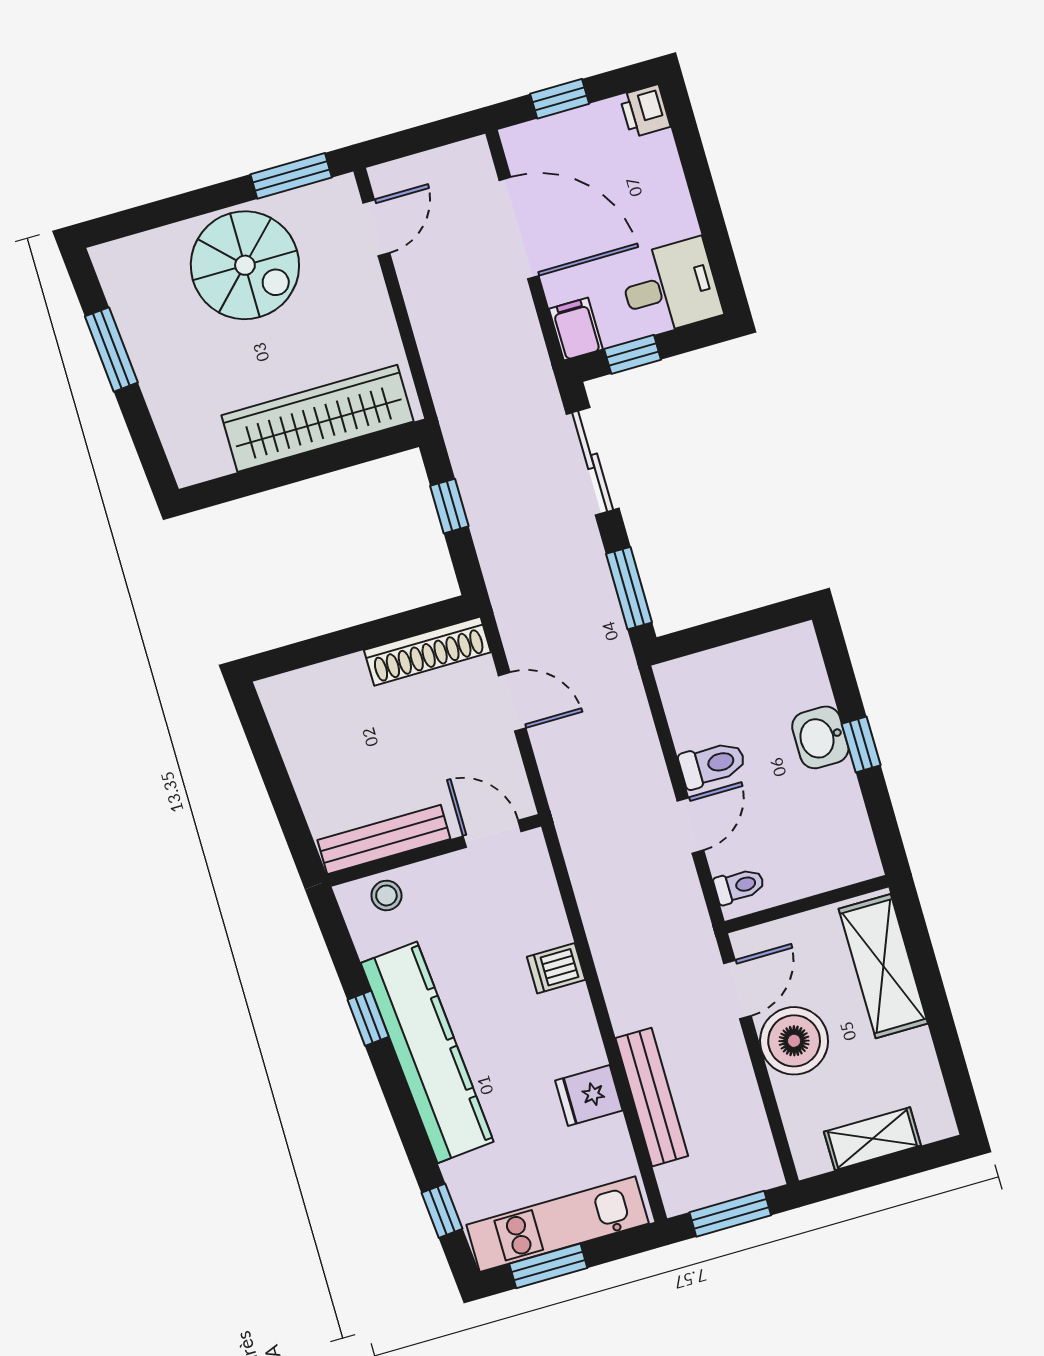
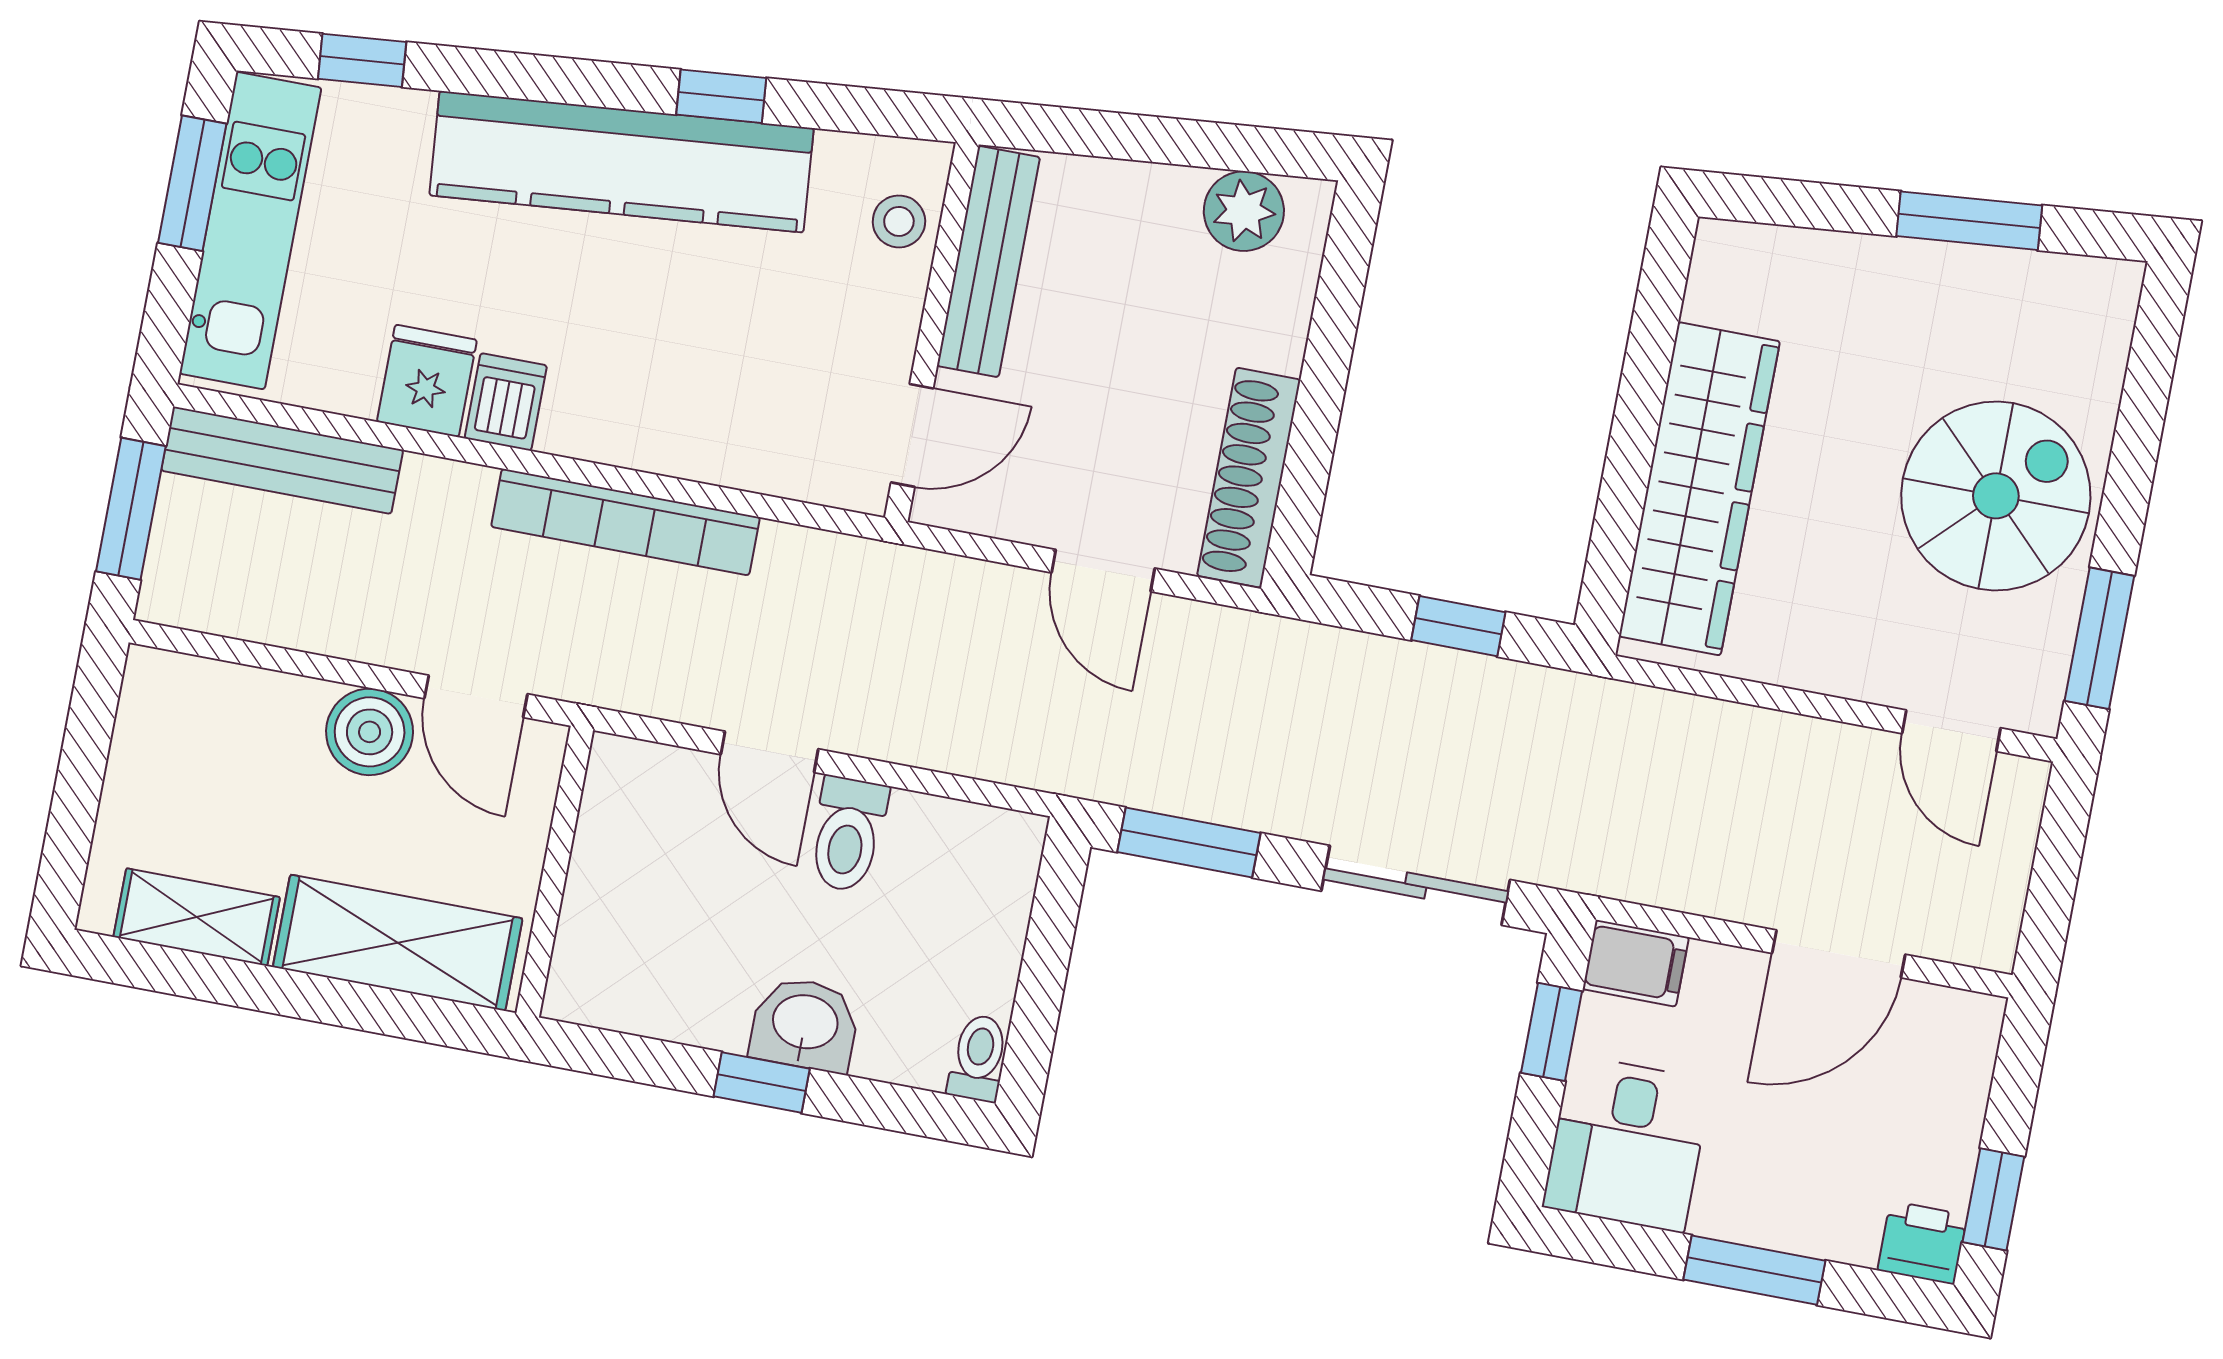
window: (560, 99) -> (1993, 1199), moved
window: (702, 190) -> (1754, 1270), added
door: (519, 228) -> (1839, 954), width x0.73
spiral stairs: (245, 265) -> (1996, 496), turned 180
door: (512, 702) -> (1103, 571), hinge flipped
plant: (293, 722) -> (1244, 211), added
toilet: (739, 886) -> (978, 1058), moved, turned 180
bookcase: (610, 958) -> (626, 522), added
dishwasher: (556, 968) -> (506, 402), moved
boiler: (794, 1041) -> (370, 732), width x0.73, depth x0.73
bench: (652, 1097) -> (282, 460), moved
shelving: (872, 1139) -> (197, 917), moved, turned 90

